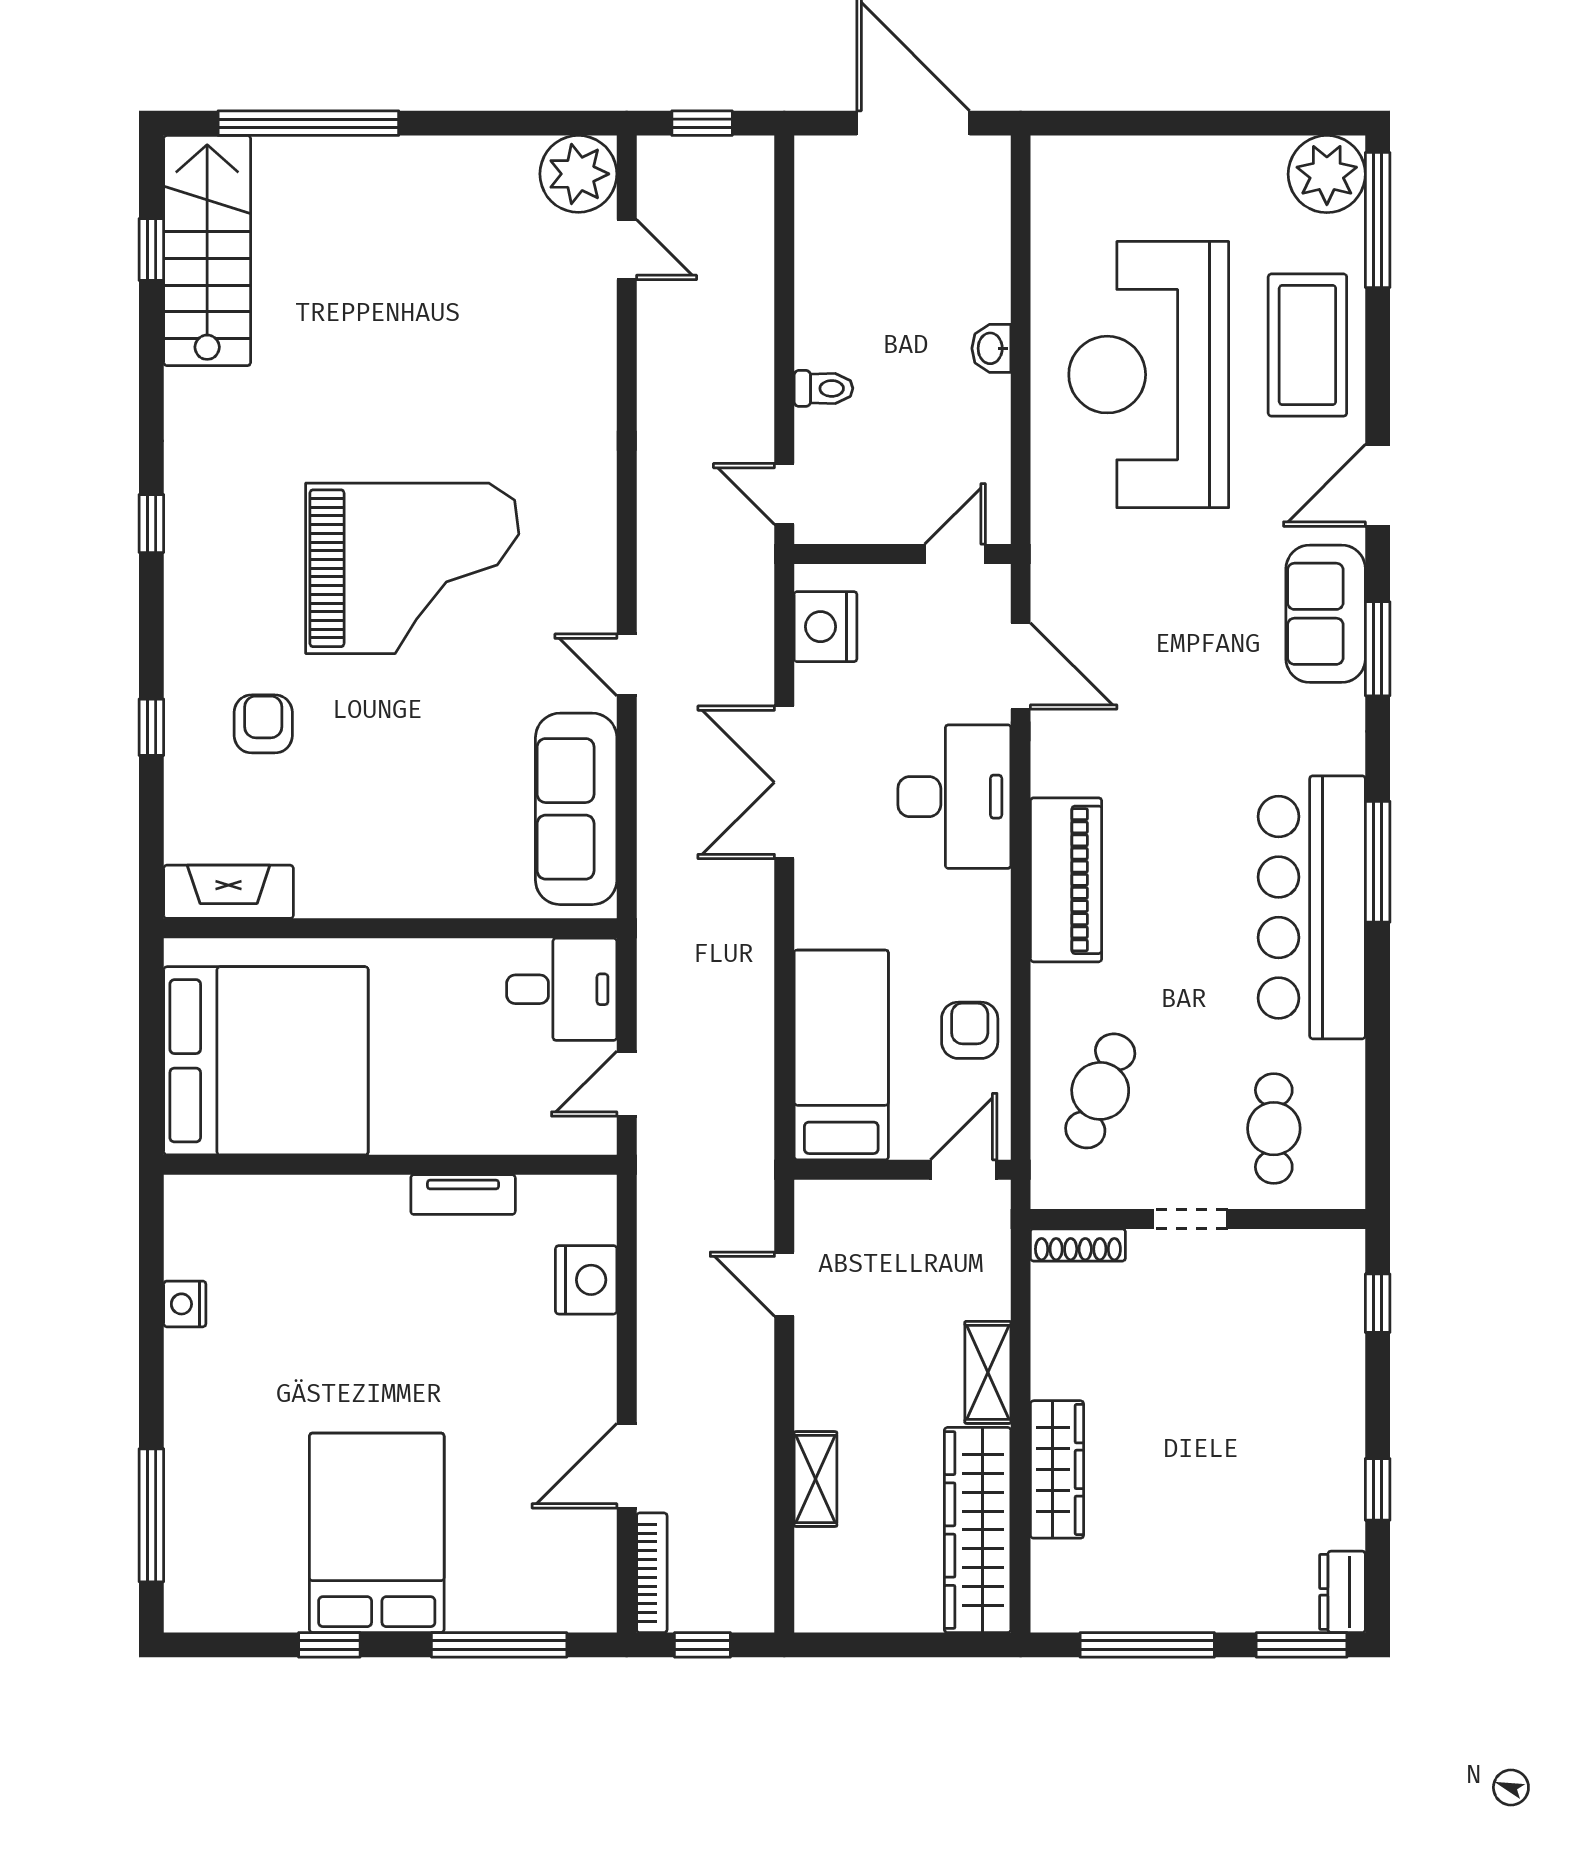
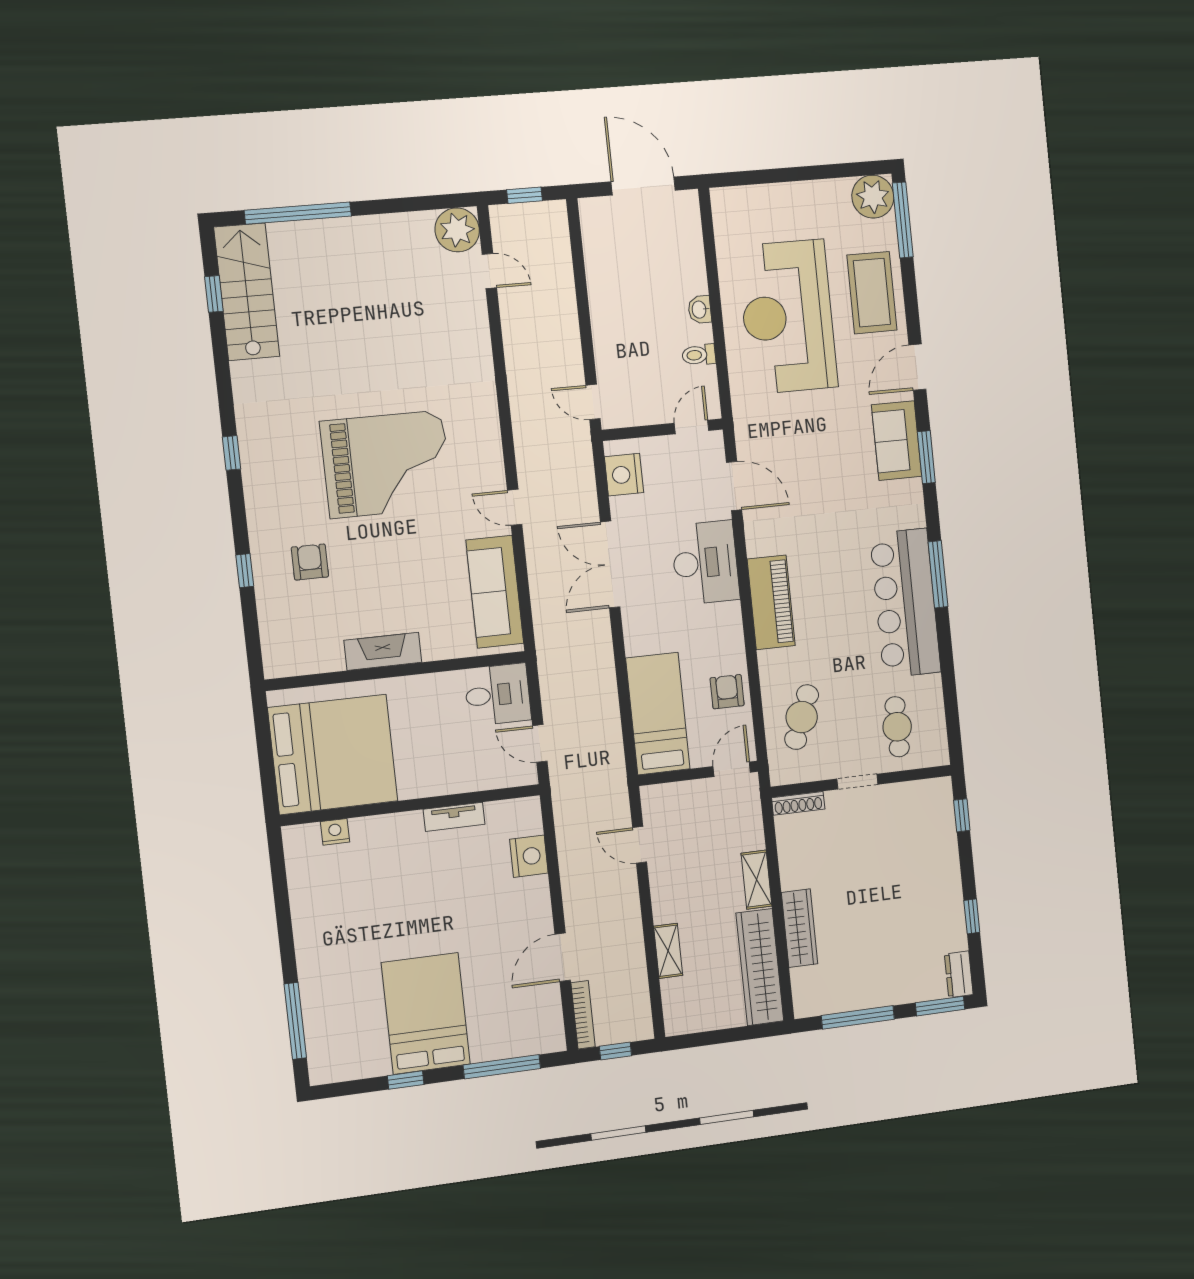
toilet: (823, 388) -> (699, 355), moved, turned 180
fireplace: (229, 892) -> (383, 651), moved
door: (627, 1084) -> (540, 743), hinge flipped
nightstand: (185, 1304) -> (335, 832), moved, turned 90

